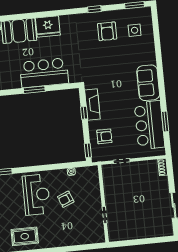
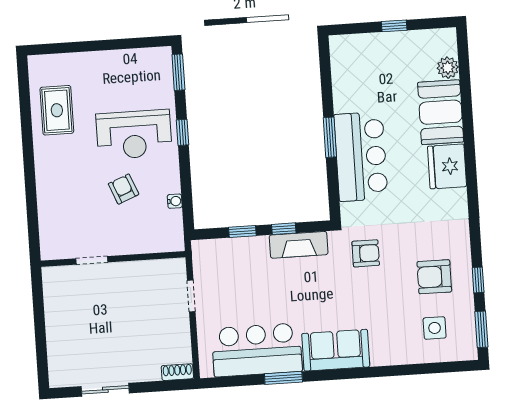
window: (94, 9) -> (478, 280), moved
window: (165, 122) -> (283, 378), moved
armchair: (104, 136) -> (366, 253), moved, turned -90
window: (88, 150) -> (242, 231), moved
window: (34, 169) -> (182, 132), added

